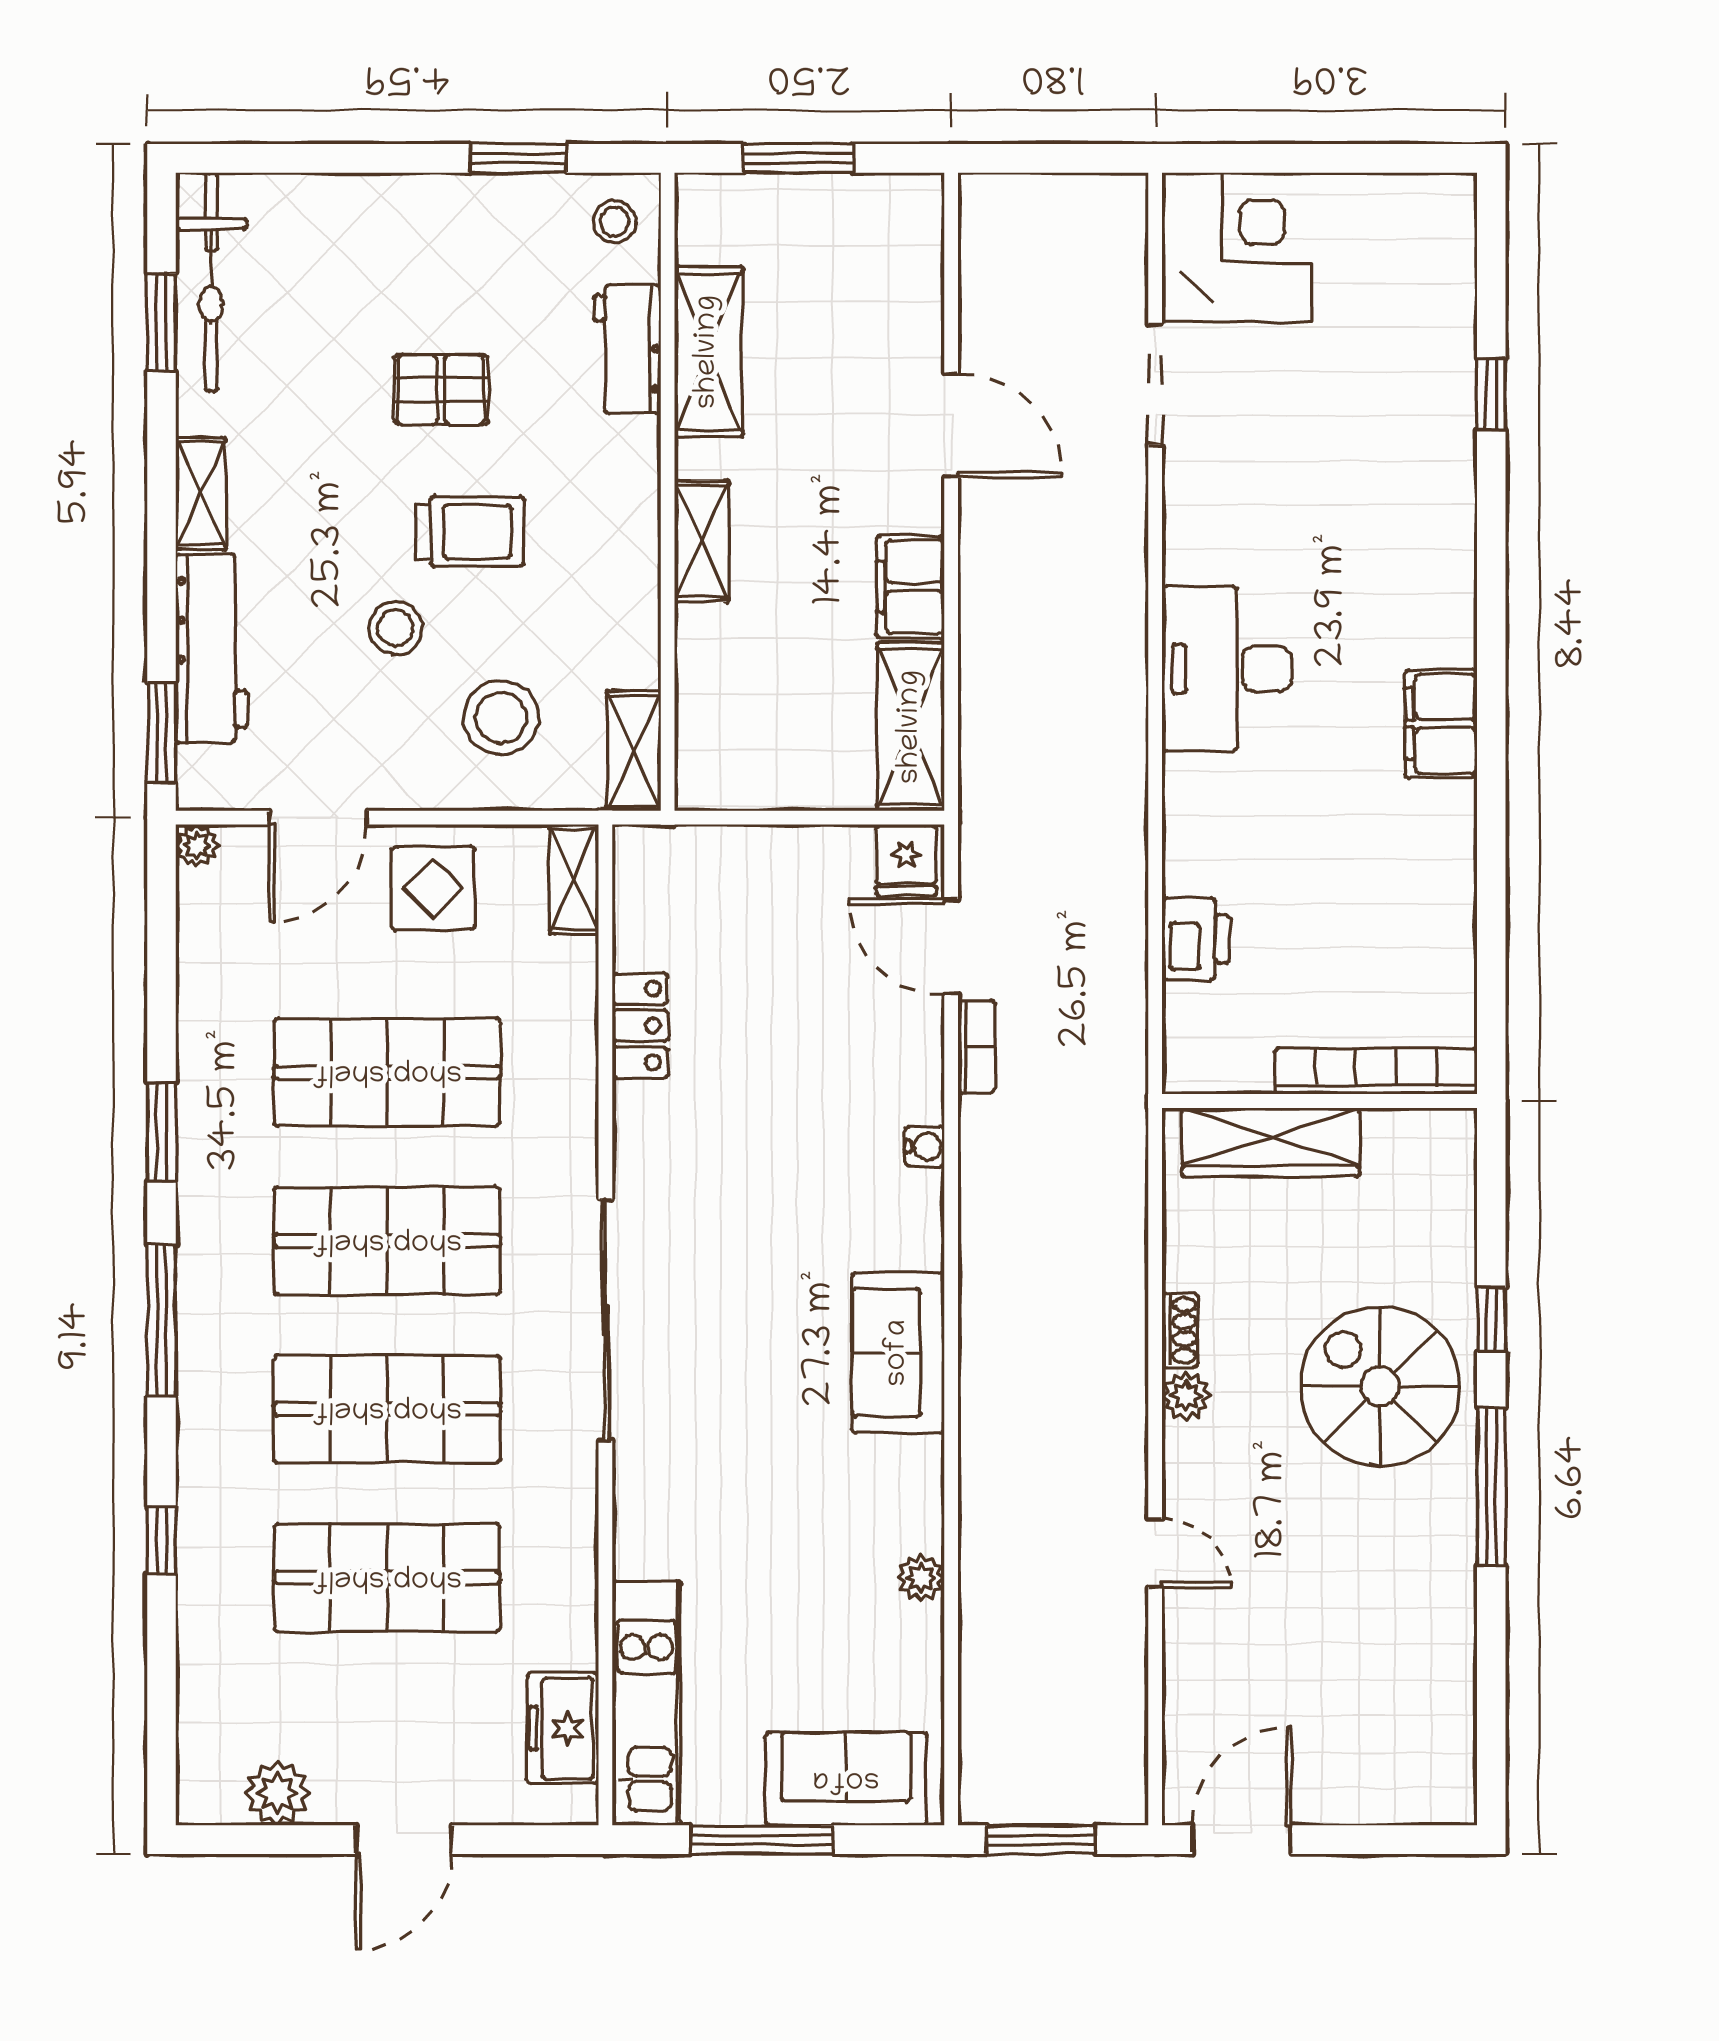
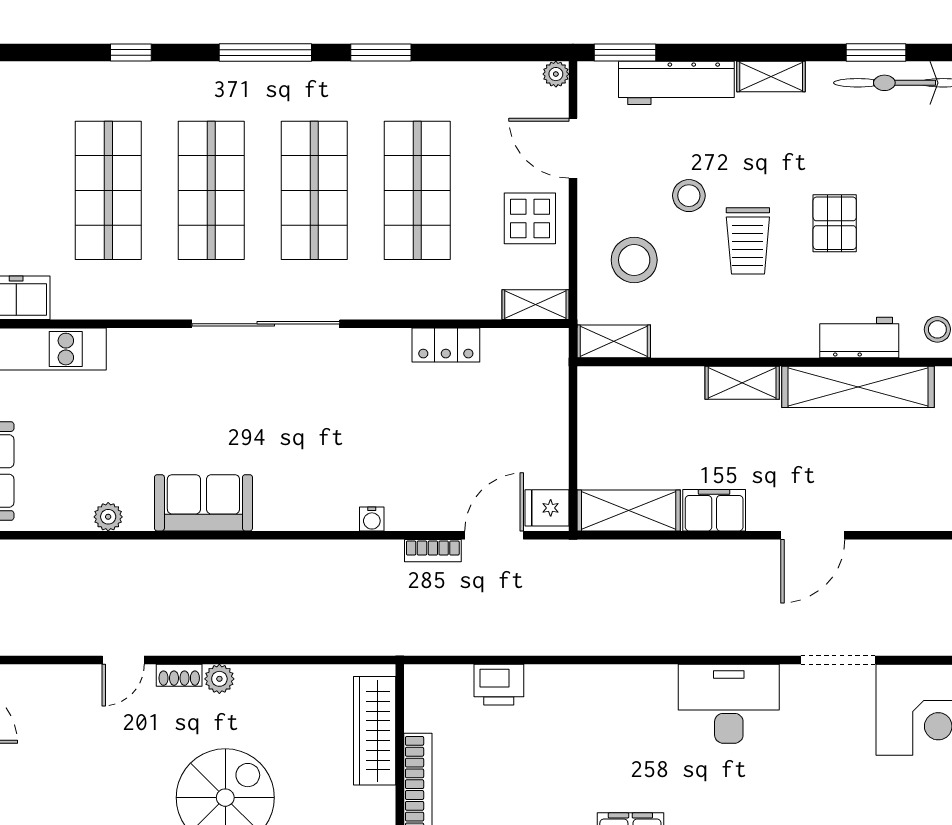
shelving: (708, 352) -> (858, 387), width x1.47
desk: (1227, 669) -> (729, 704), moved
shoe rack: (1180, 1330) -> (179, 675), moved
sofa: (898, 1353) -> (203, 503), moved

